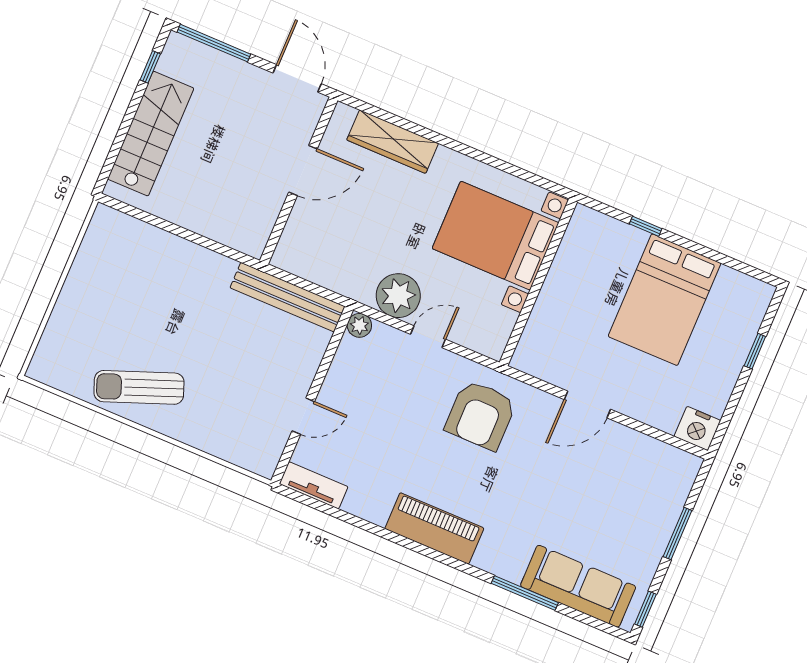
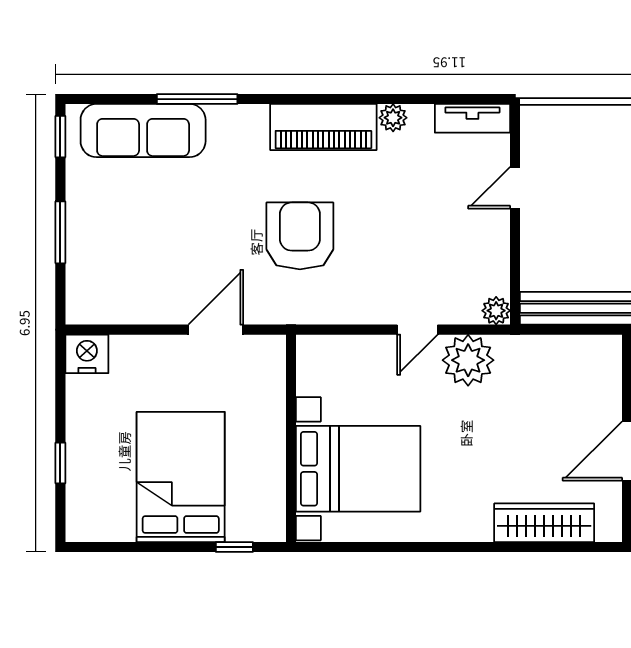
bed with nightstands: (495, 236) -> (358, 469), moved
wall: (538, 282) -> (291, 438), moved
armchair: (481, 415) -> (300, 236), moved
plant: (376, 512) -> (393, 118), added

